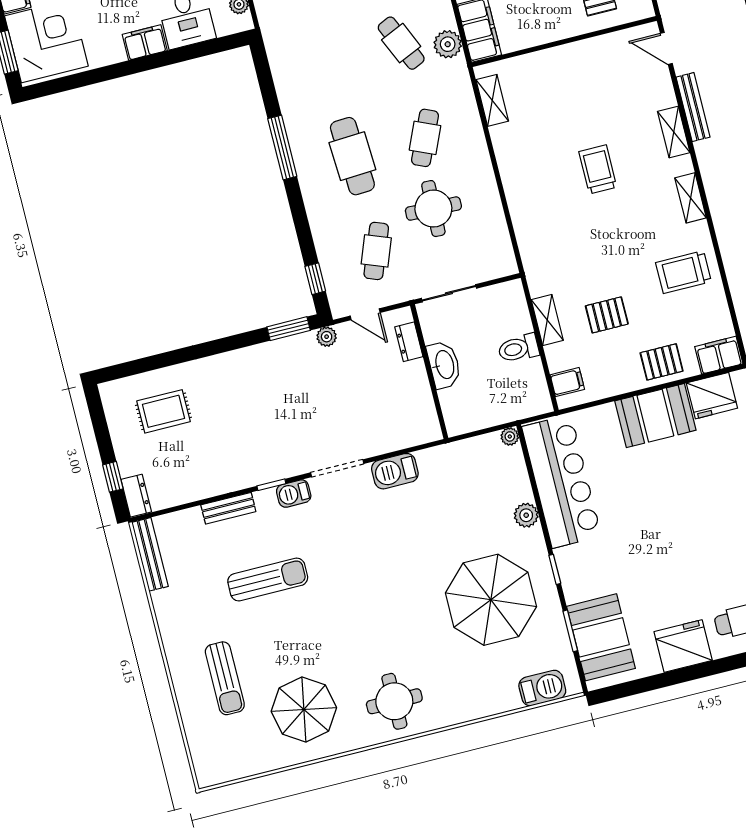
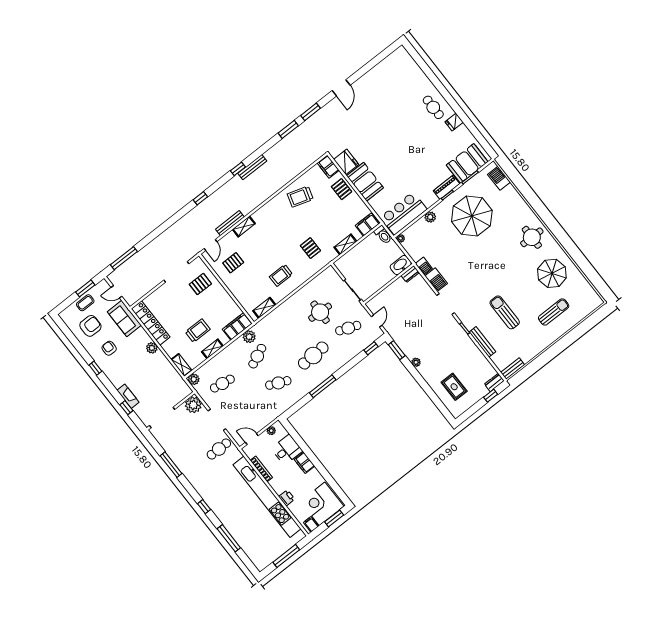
pallet: (611, 78) -> (233, 263), added
cafe table: (425, 138) -> (278, 383), moved
trolley: (598, 169) -> (281, 275), moved
shelving: (691, 198) -> (268, 207), removed
trolley: (683, 272) -> (300, 197), turned 107
pallet: (607, 315) -> (310, 248), moved
plant: (327, 337) -> (416, 362), moved
dresser: (409, 342) -> (410, 274), moved
toilet: (518, 348) -> (383, 235), moved
washbasin: (444, 365) -> (401, 265), moved
filing cabinet: (567, 382) -> (367, 225), width x2.00
bar counter: (562, 481) -> (404, 213), width x0.73
barbecue: (294, 494) -> (424, 266), moved
bench: (228, 508) -> (482, 342), width x1.36
bench: (150, 554) -> (513, 369), width x0.73
piano: (571, 575) -> (446, 187), added
fridge: (683, 646) -> (454, 122), width x0.53, depth x0.75

